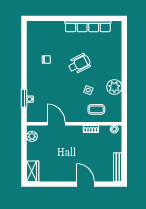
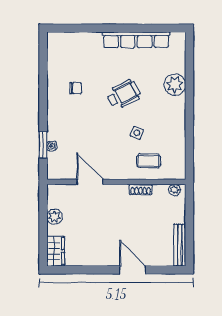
plant: (114, 87) -> (175, 85), moved
plant: (32, 136) -> (55, 217), moved

